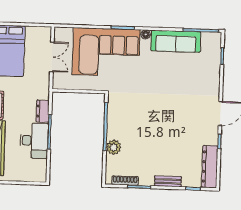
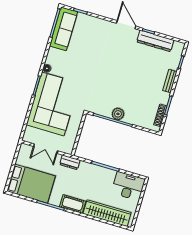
sofa: (176, 41) -> (64, 29), moved
double door: (52, 57) -> (45, 149), swing flipped
dresser: (43, 111) -> (70, 162), moved
desk: (34, 141) -> (128, 186), moved
plant: (114, 147) -> (118, 114), moved
dresser: (210, 167) -> (155, 41), moved

